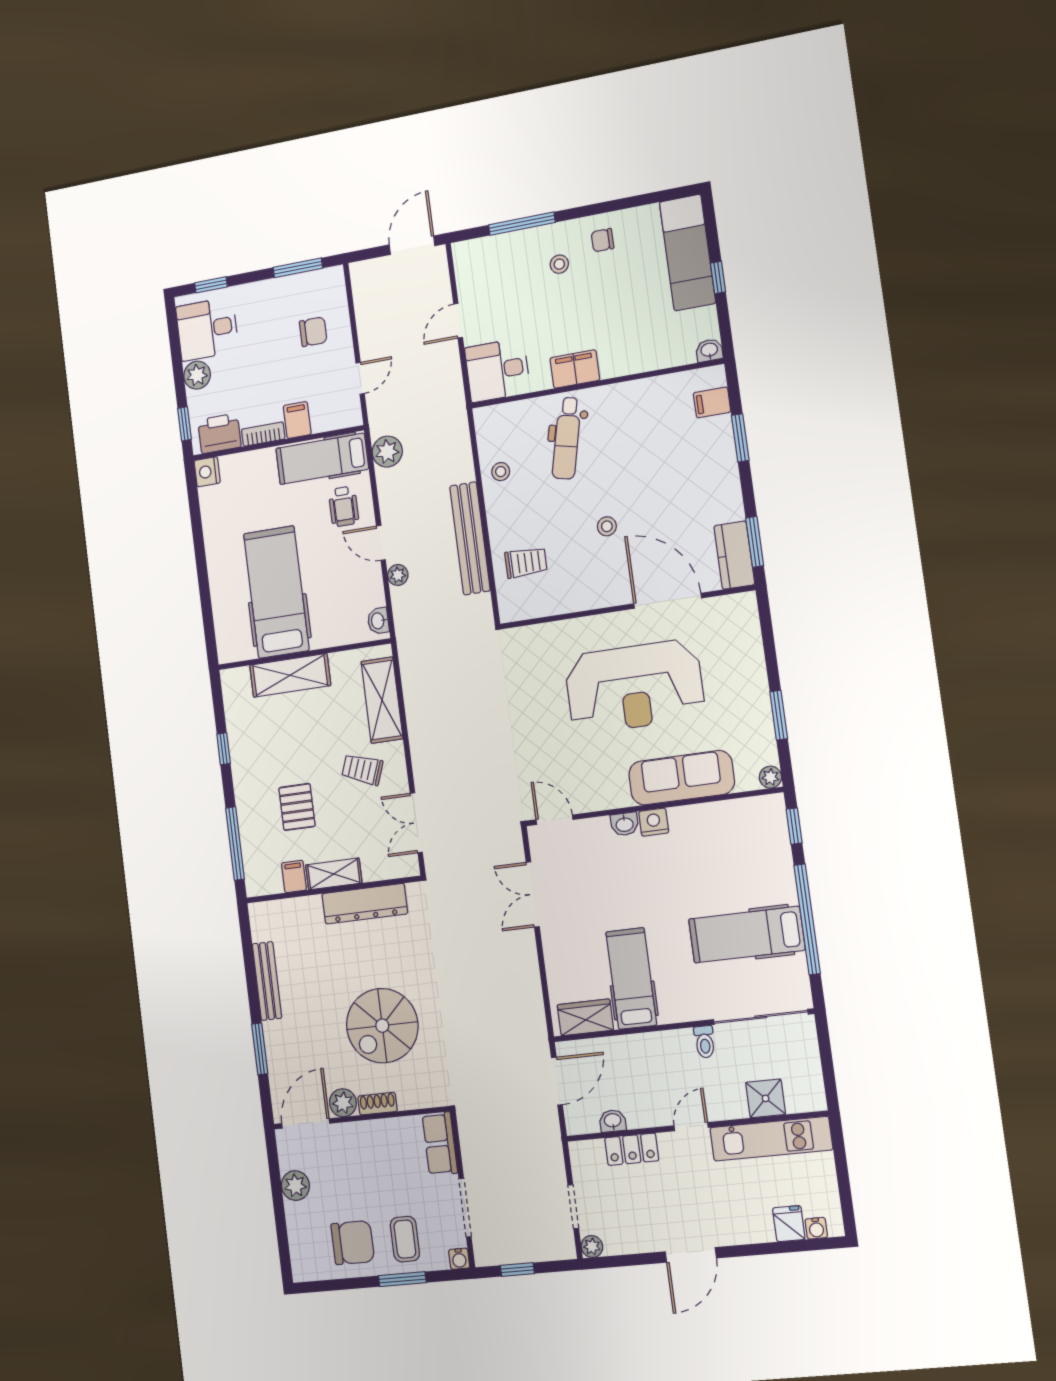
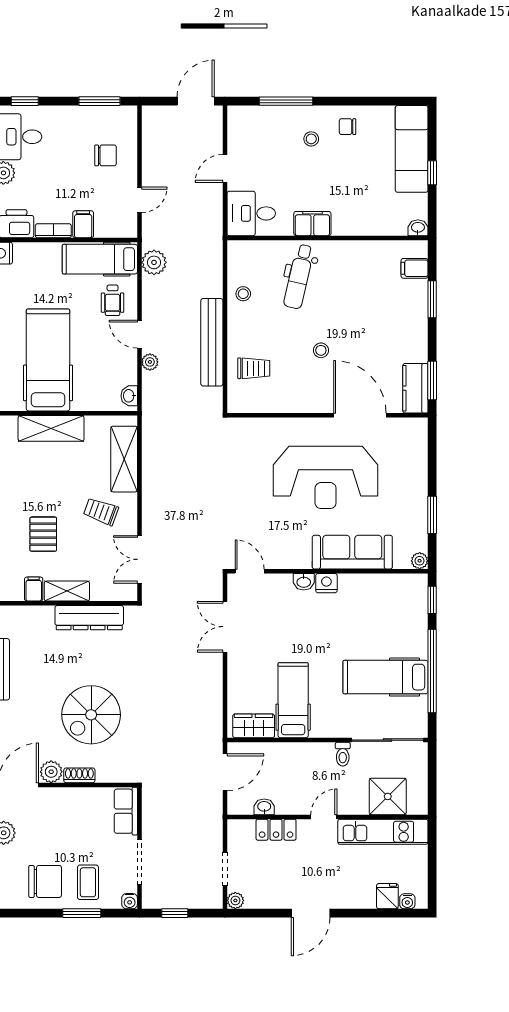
shower: (766, 1098) -> (388, 796), width x1.36, depth x1.36

